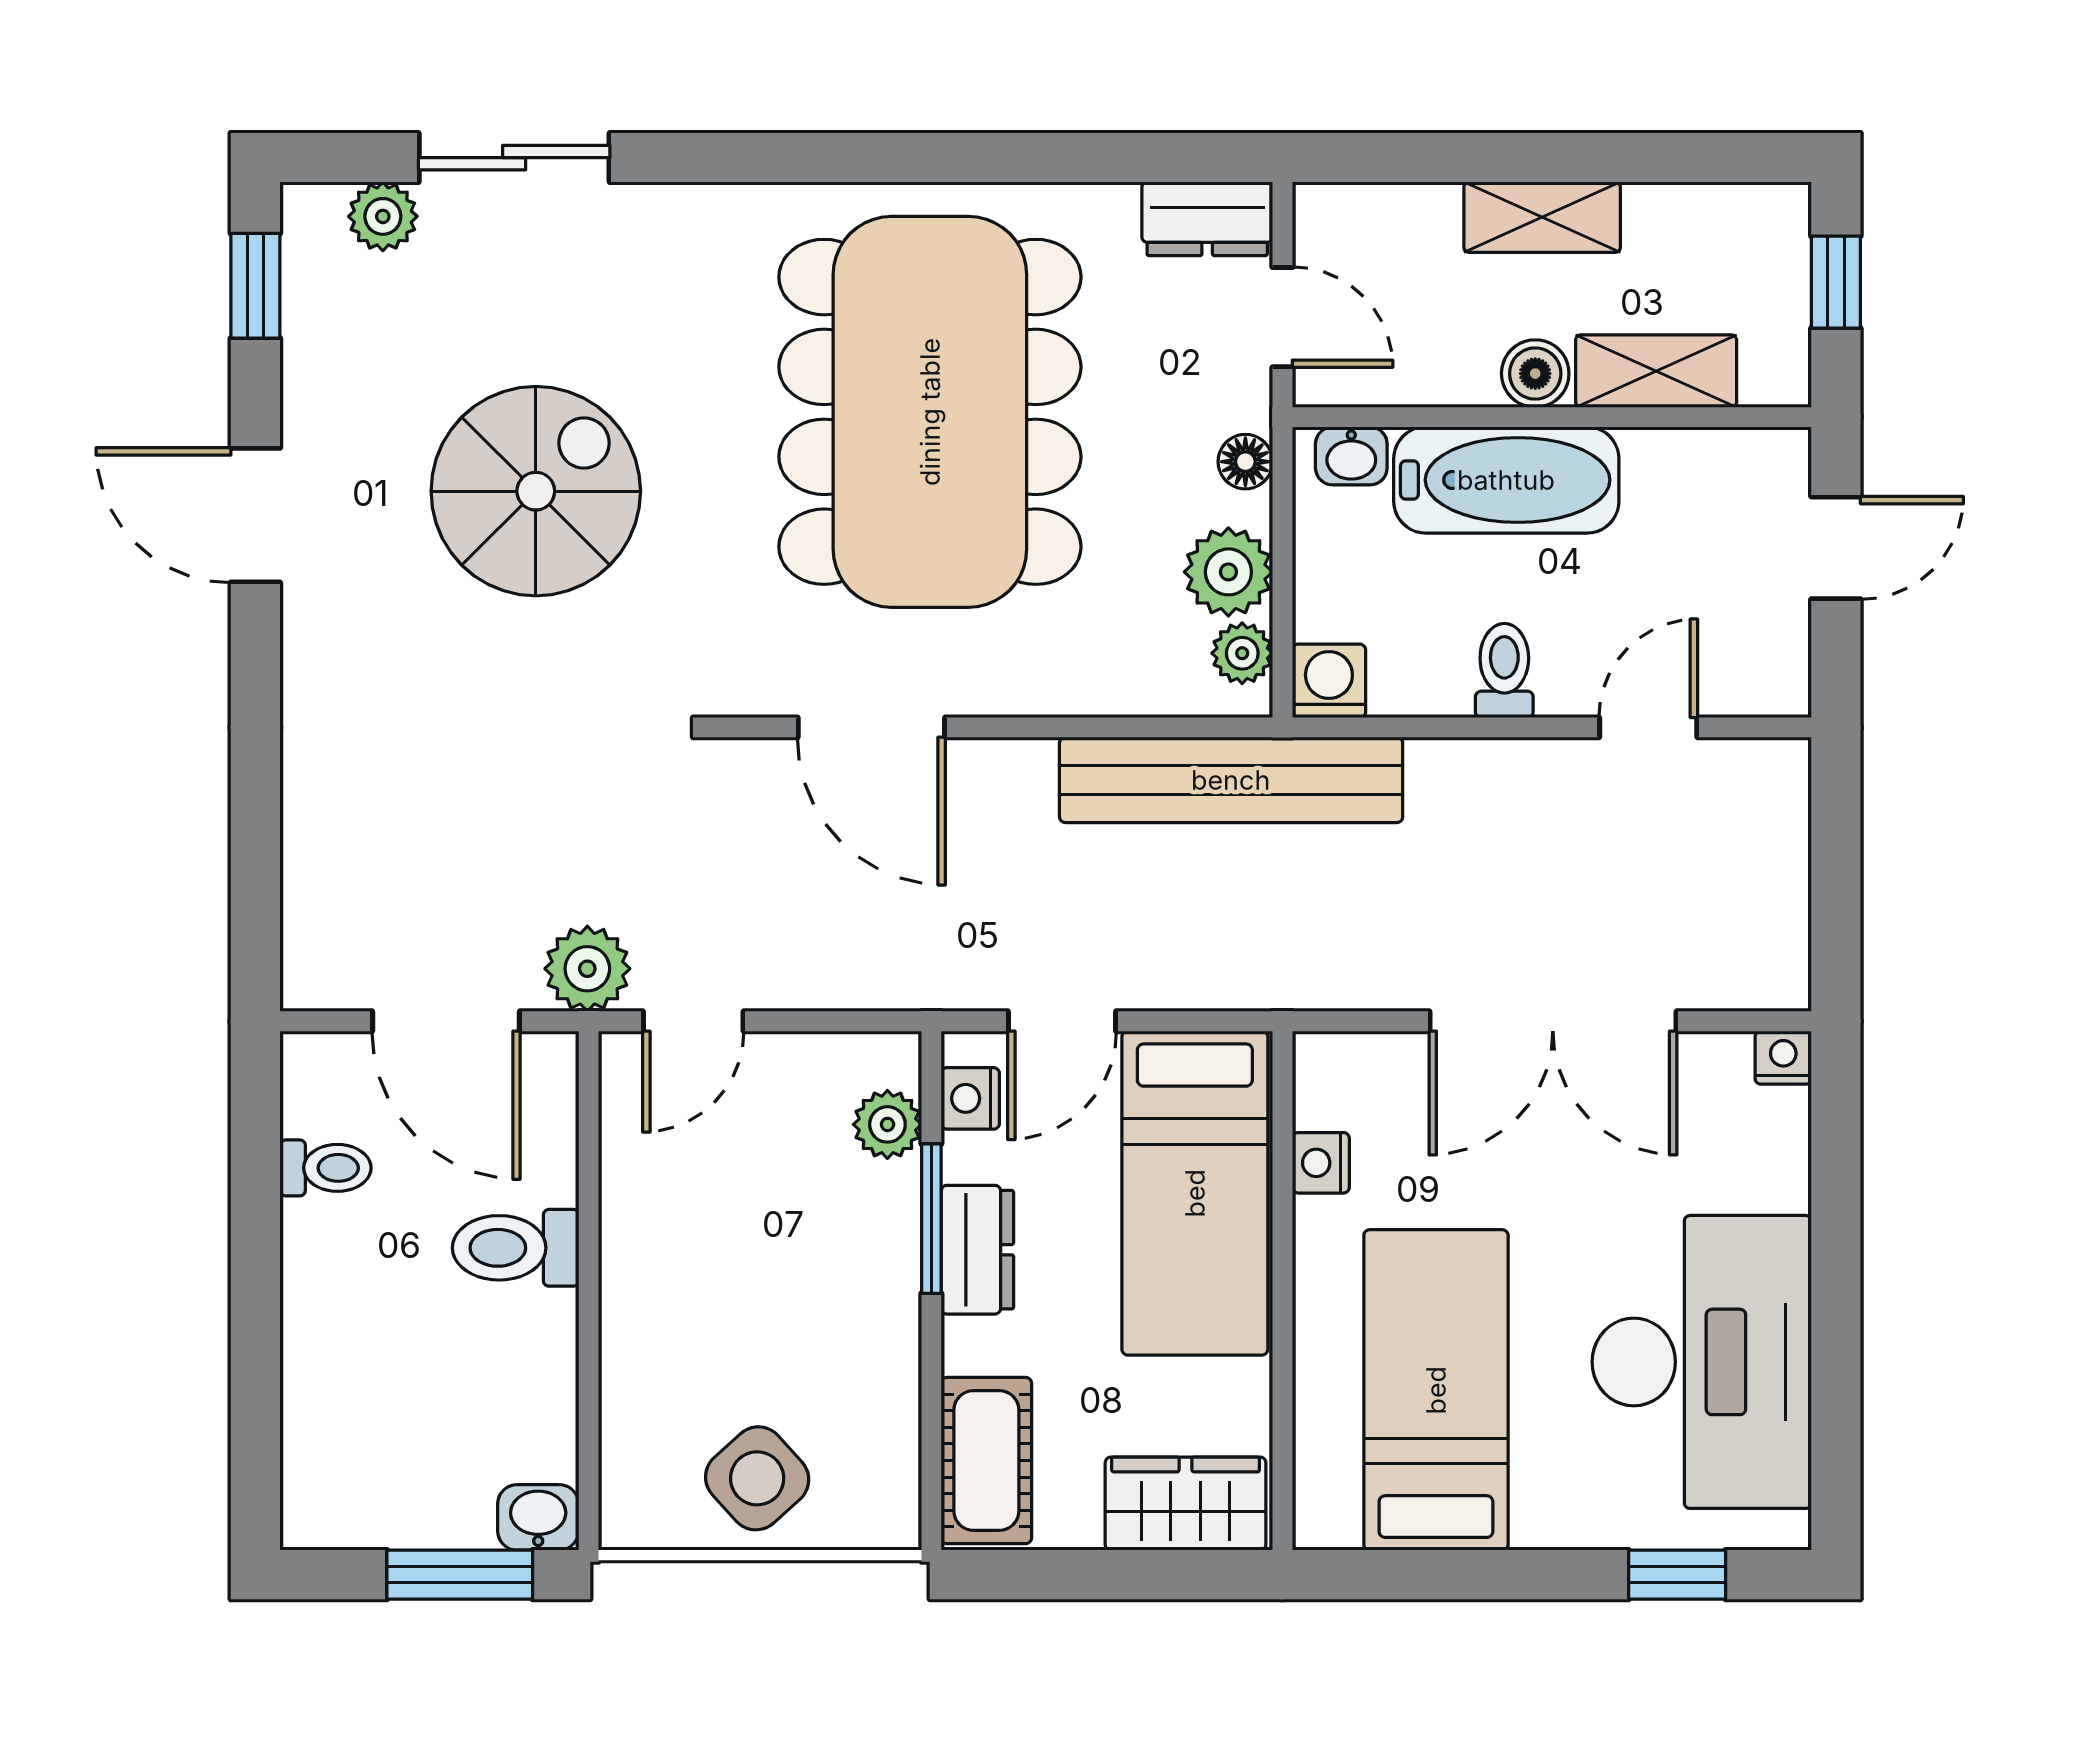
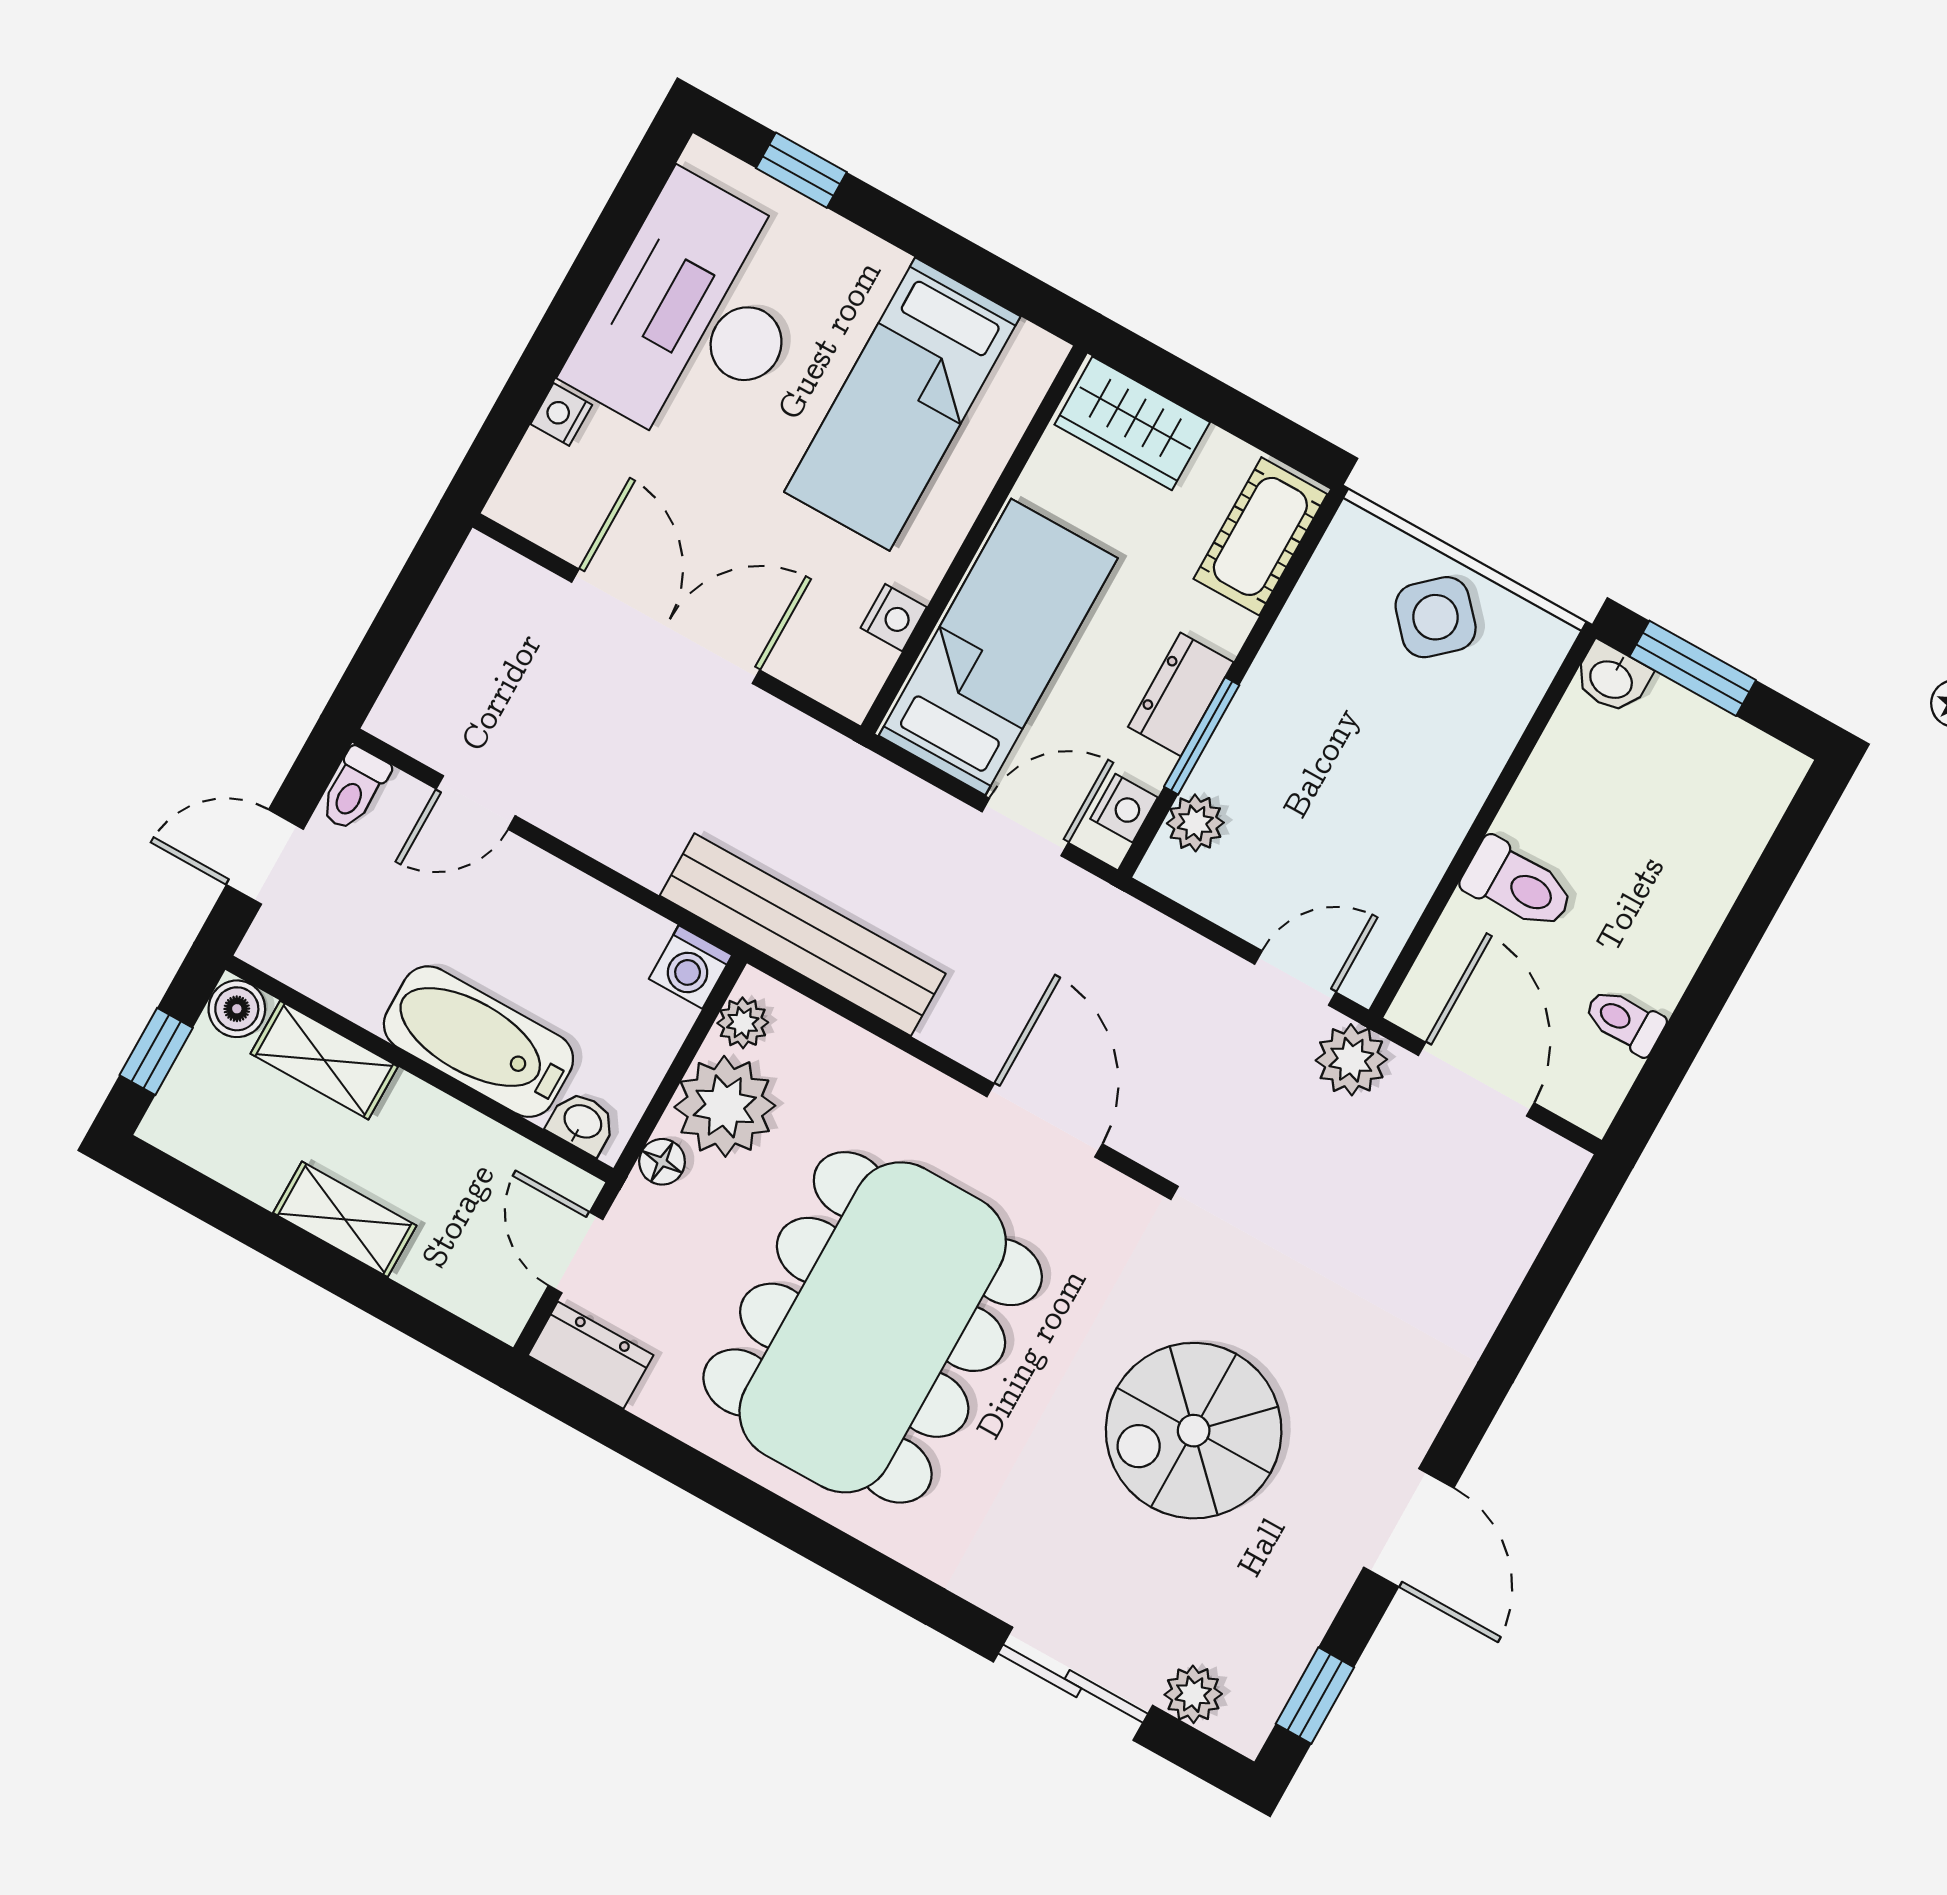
boiler: (1535, 374) -> (237, 1009), moved
plant: (1228, 572) -> (725, 1106), width x1.36, depth x1.36
toilet: (1504, 670) -> (354, 789), moved
nightstand: (1783, 1058) -> (561, 414), moved, turned 90

